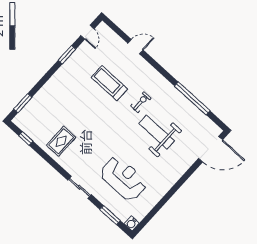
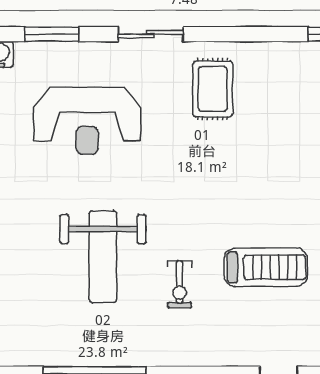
weight bench: (157, 132) -> (103, 257), turned 90
rug: (61, 141) -> (213, 89), moved

